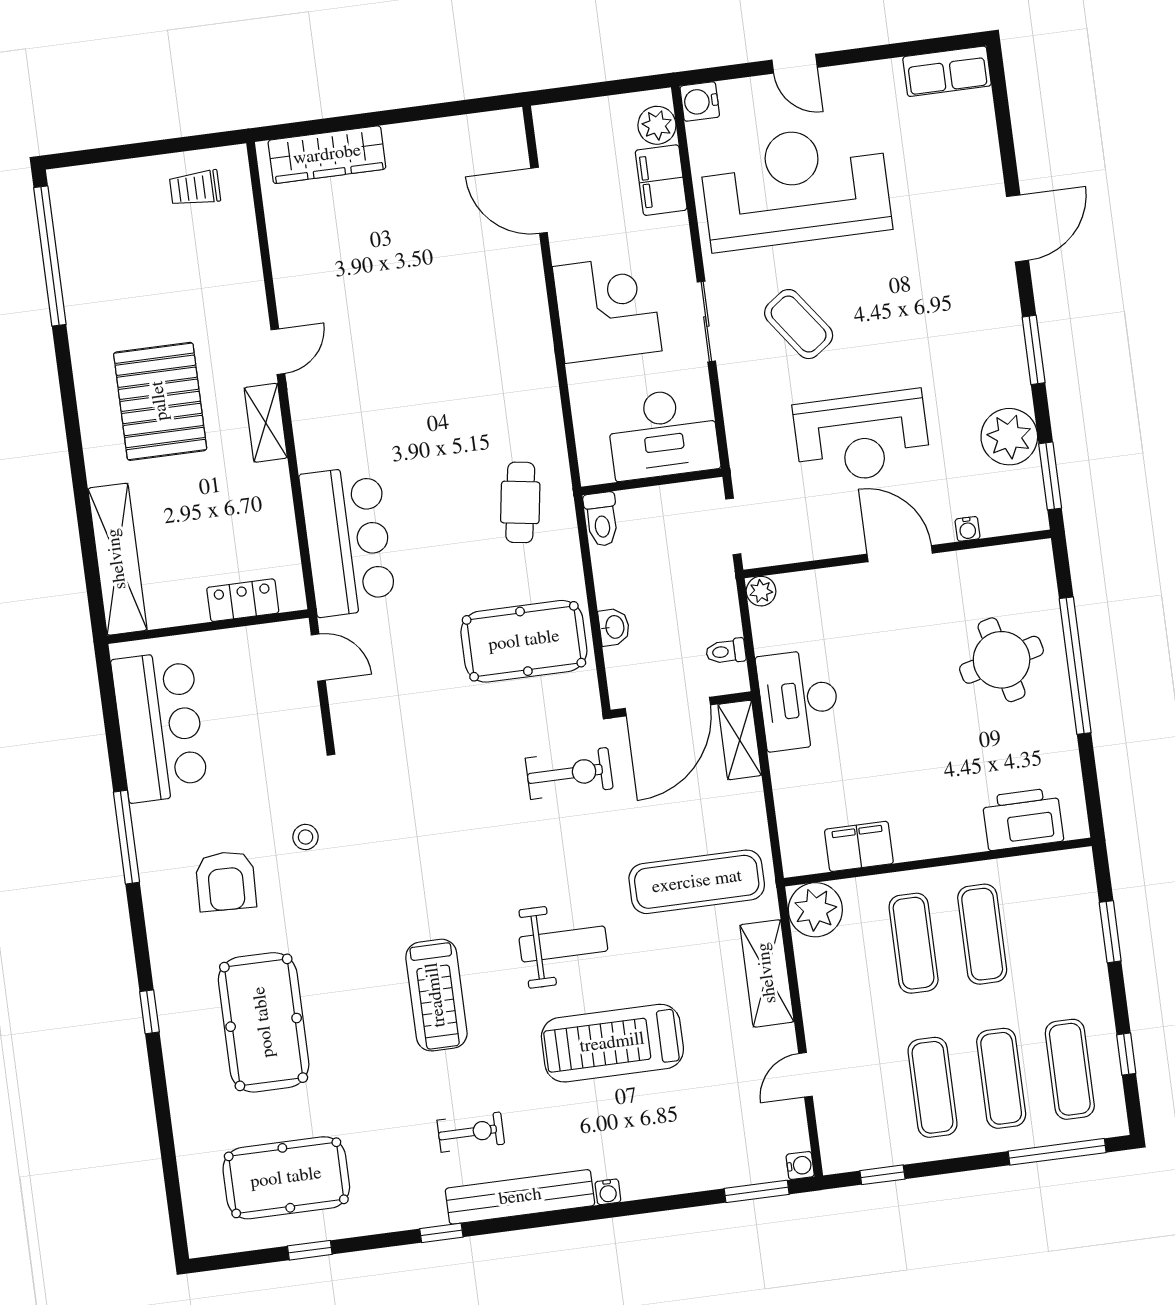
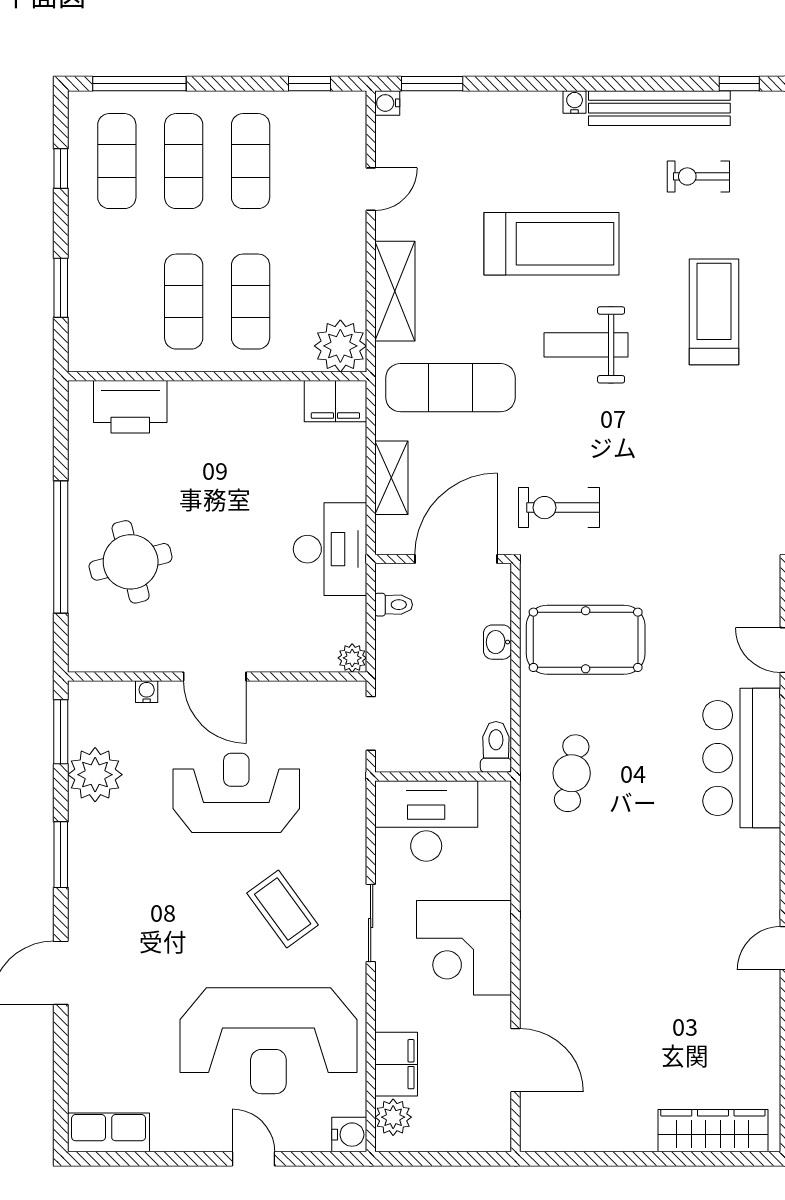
shelving: (740, 740) -> (391, 478), moved
filing cabinet: (859, 846) -> (335, 401), moved

